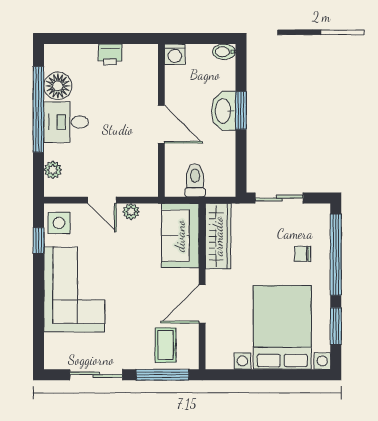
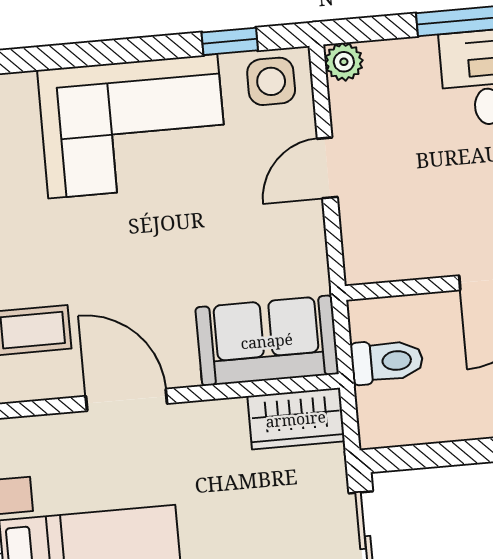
plant: (53, 170) -> (344, 62), moved
plant: (131, 212) -> (309, 232), removed
wardrobe: (218, 236) -> (296, 419), width x0.67

